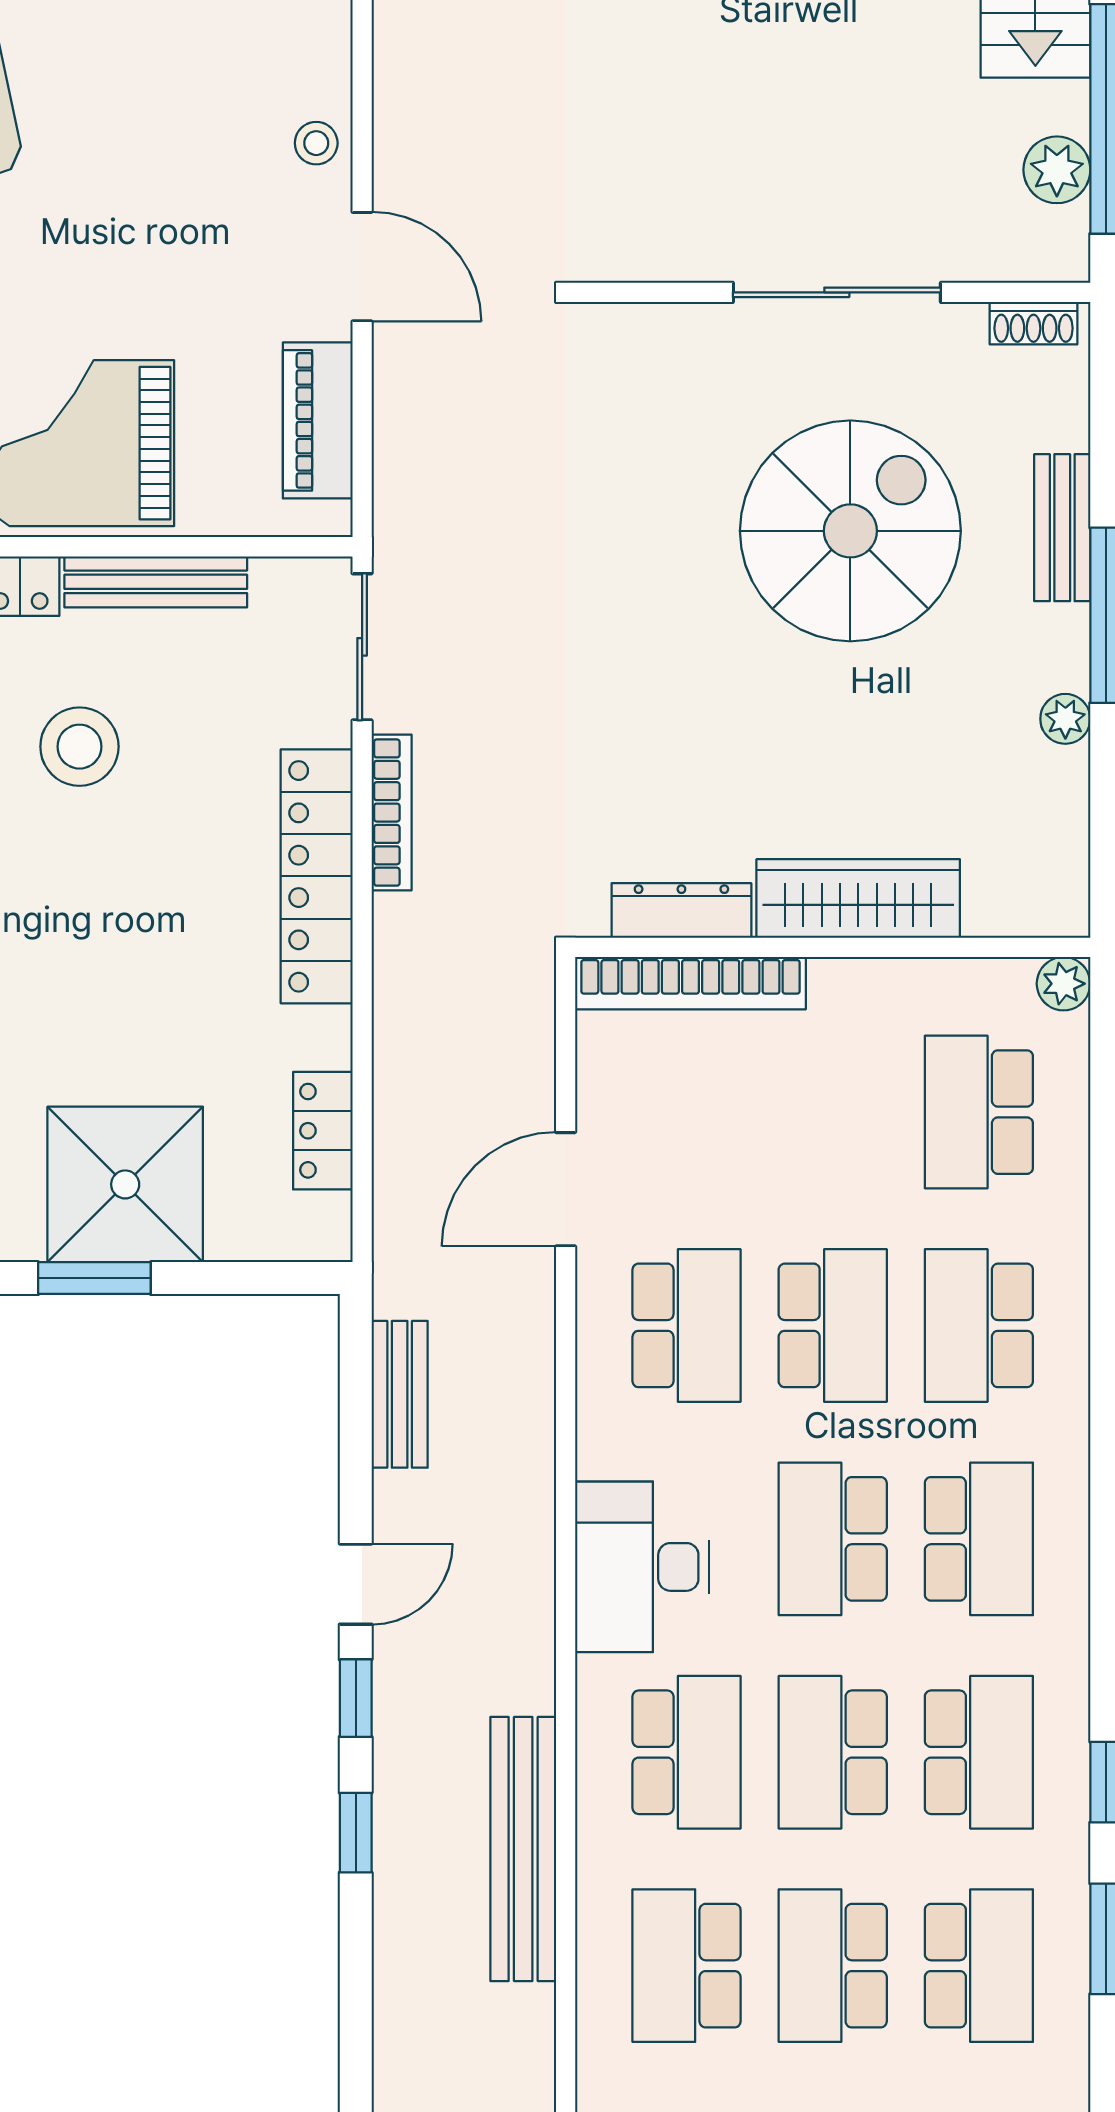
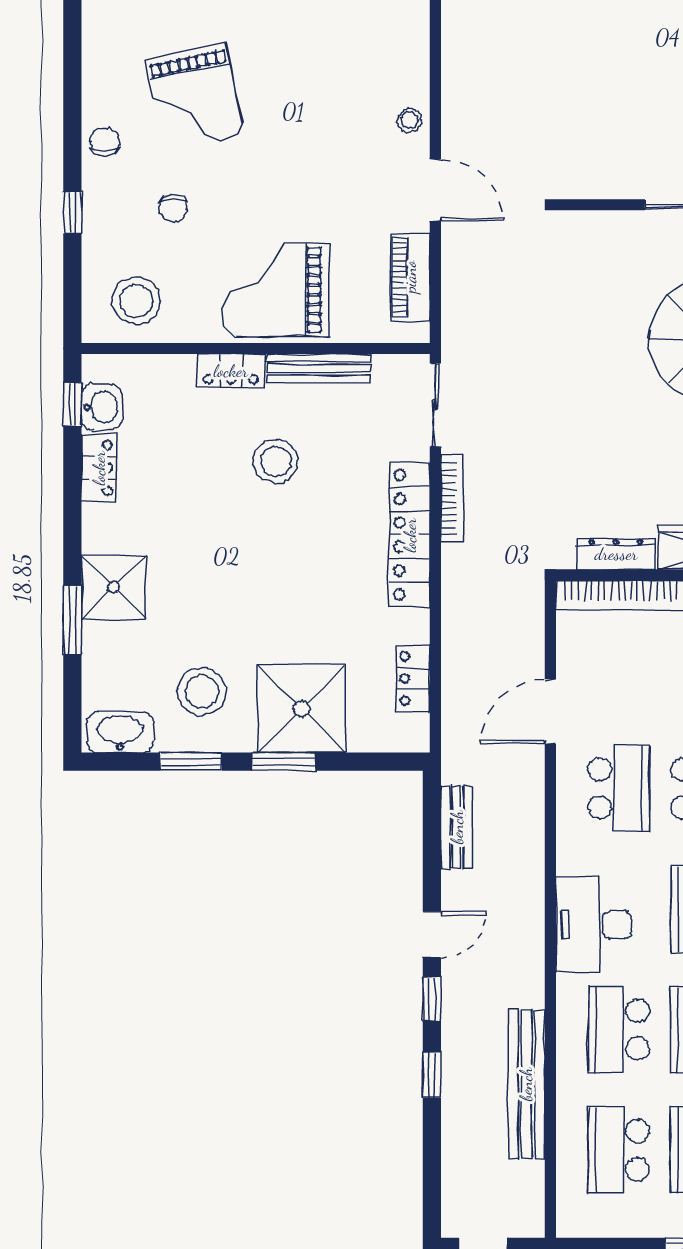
school desk: (687, 1752) -> (619, 1030), turned 180

